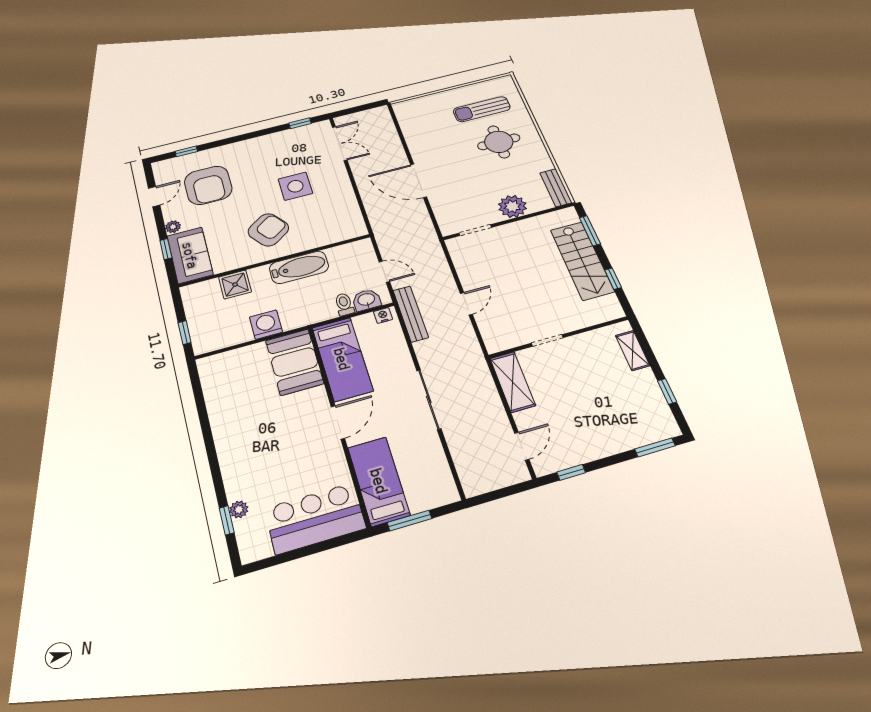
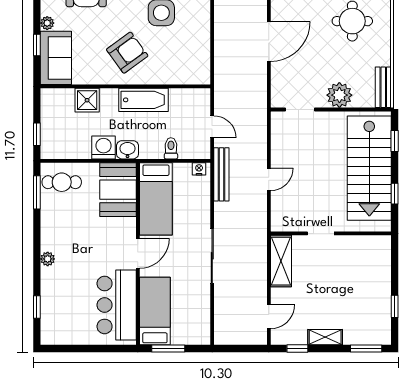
door: (419, 181) -> (269, 41), swing flipped
window: (590, 231) -> (395, 141), width x0.67
stairs: (582, 261) -> (369, 168), width x1.36, depth x1.51
washbasin: (366, 300) -> (128, 150), moved
shelving: (633, 350) -> (325, 337), moved, turned 90
cafe table: (225, 373) -> (62, 182), added
window: (198, 392) -> (37, 192), added
plant: (239, 509) -> (48, 259), moved
bar counter: (315, 518) -> (117, 305), moved, turned -90

